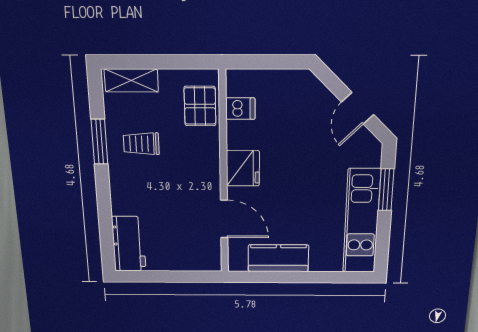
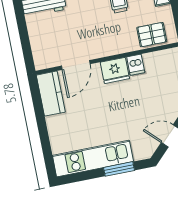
dishwasher: (240, 109) -> (136, 65), moved
kitchen counter: (278, 258) -> (51, 94), moved

